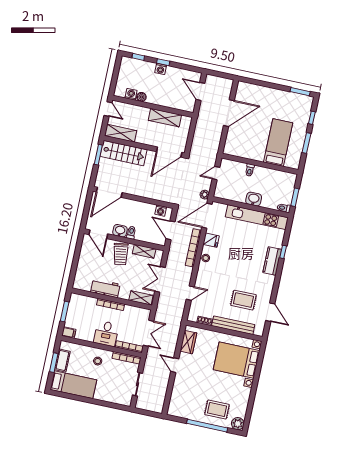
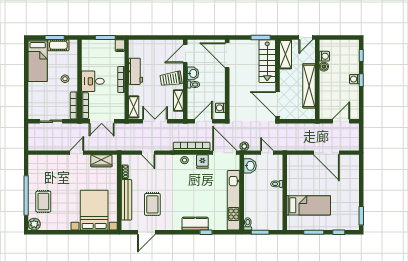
shelving: (165, 118) -> (309, 86), width x1.47
washbasin: (254, 199) -> (250, 166), moved
filing cabinet: (69, 333) -> (120, 46), moved

